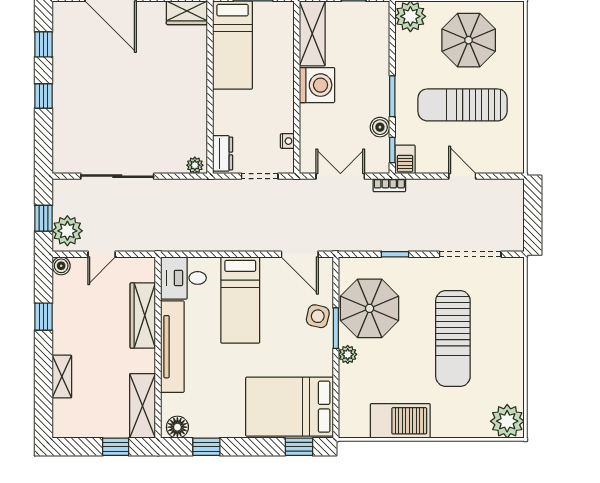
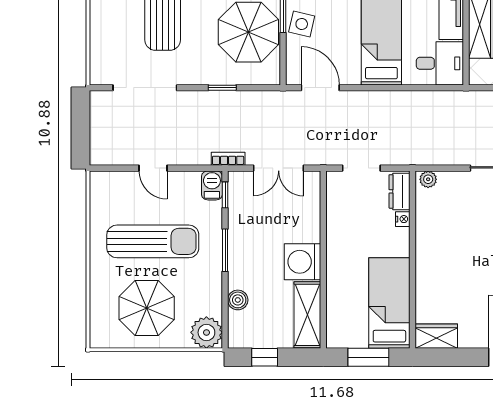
boiler: (380, 127) -> (238, 300), moved
nightstand: (287, 141) -> (403, 219), moved, turned 180

